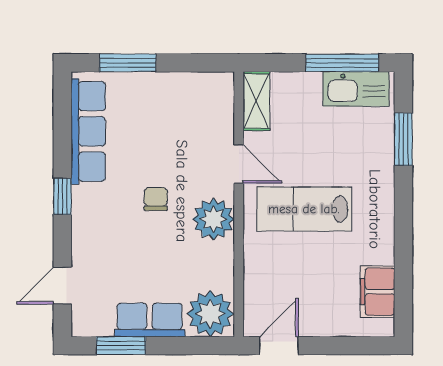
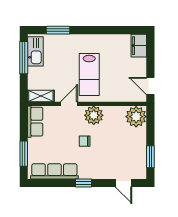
filing cabinet: (378, 292) -> (139, 46), moved, turned 90
row of seats: (150, 320) -> (35, 122), moved, turned 180

